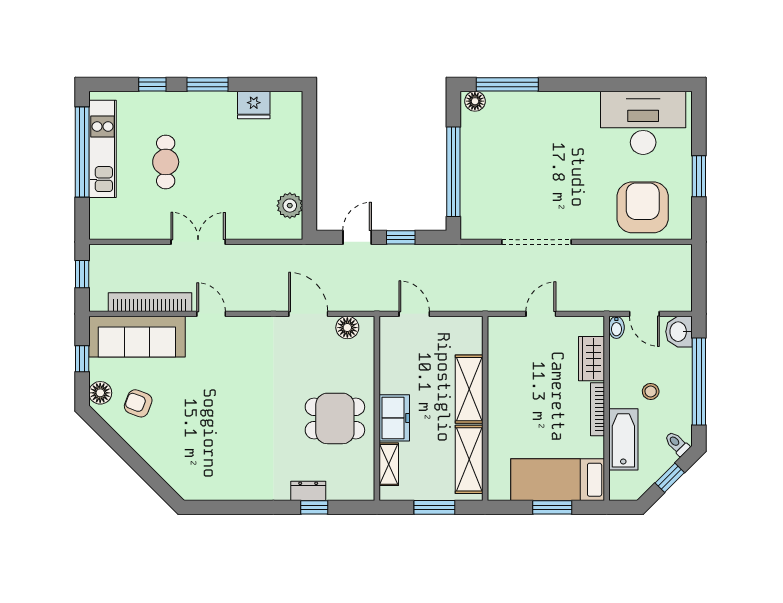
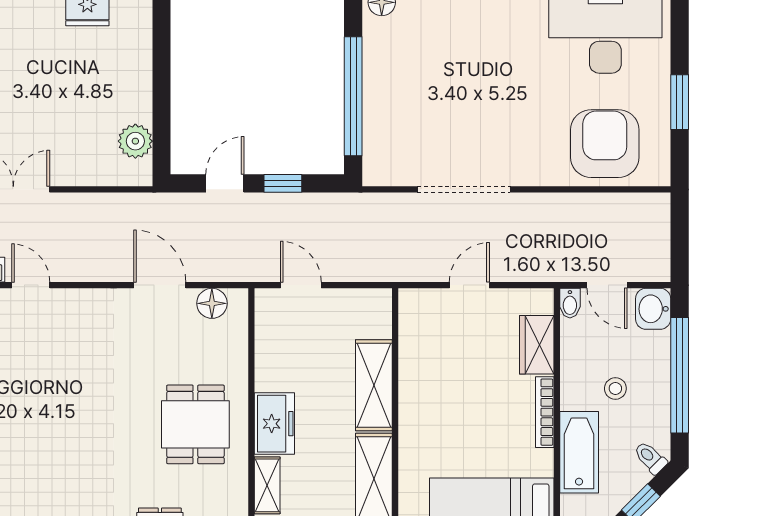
dining table: (335, 418) -> (195, 424), turned 90

